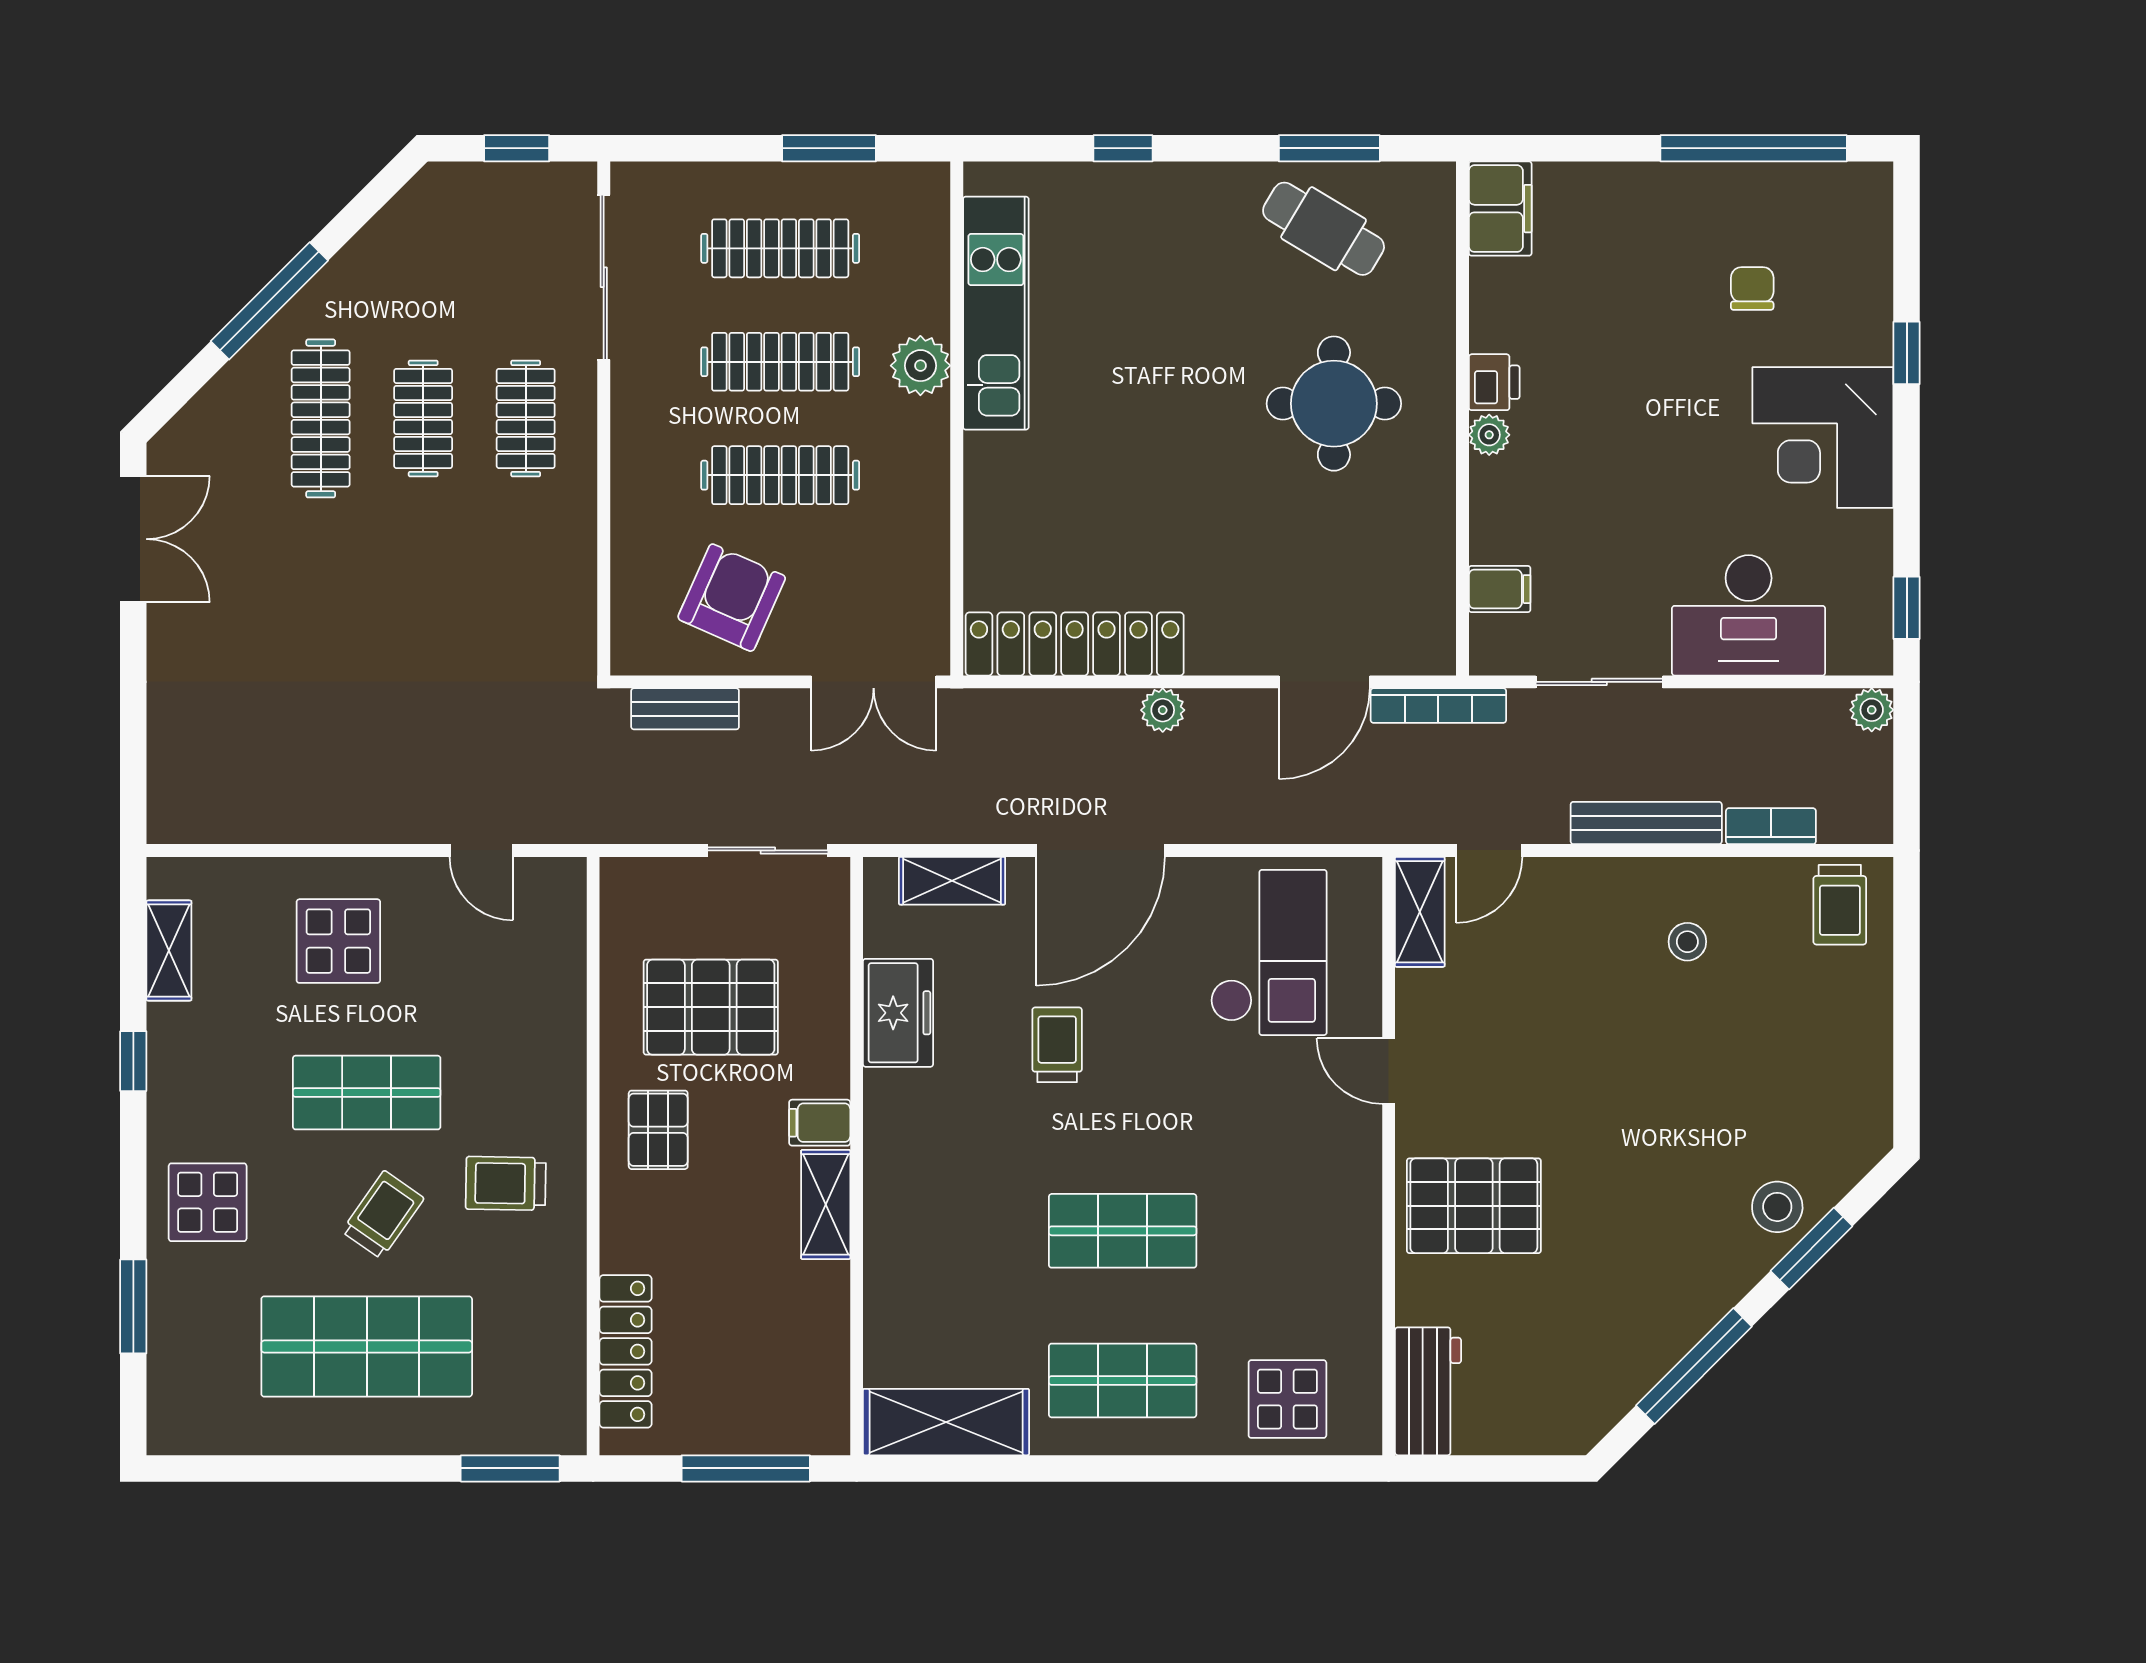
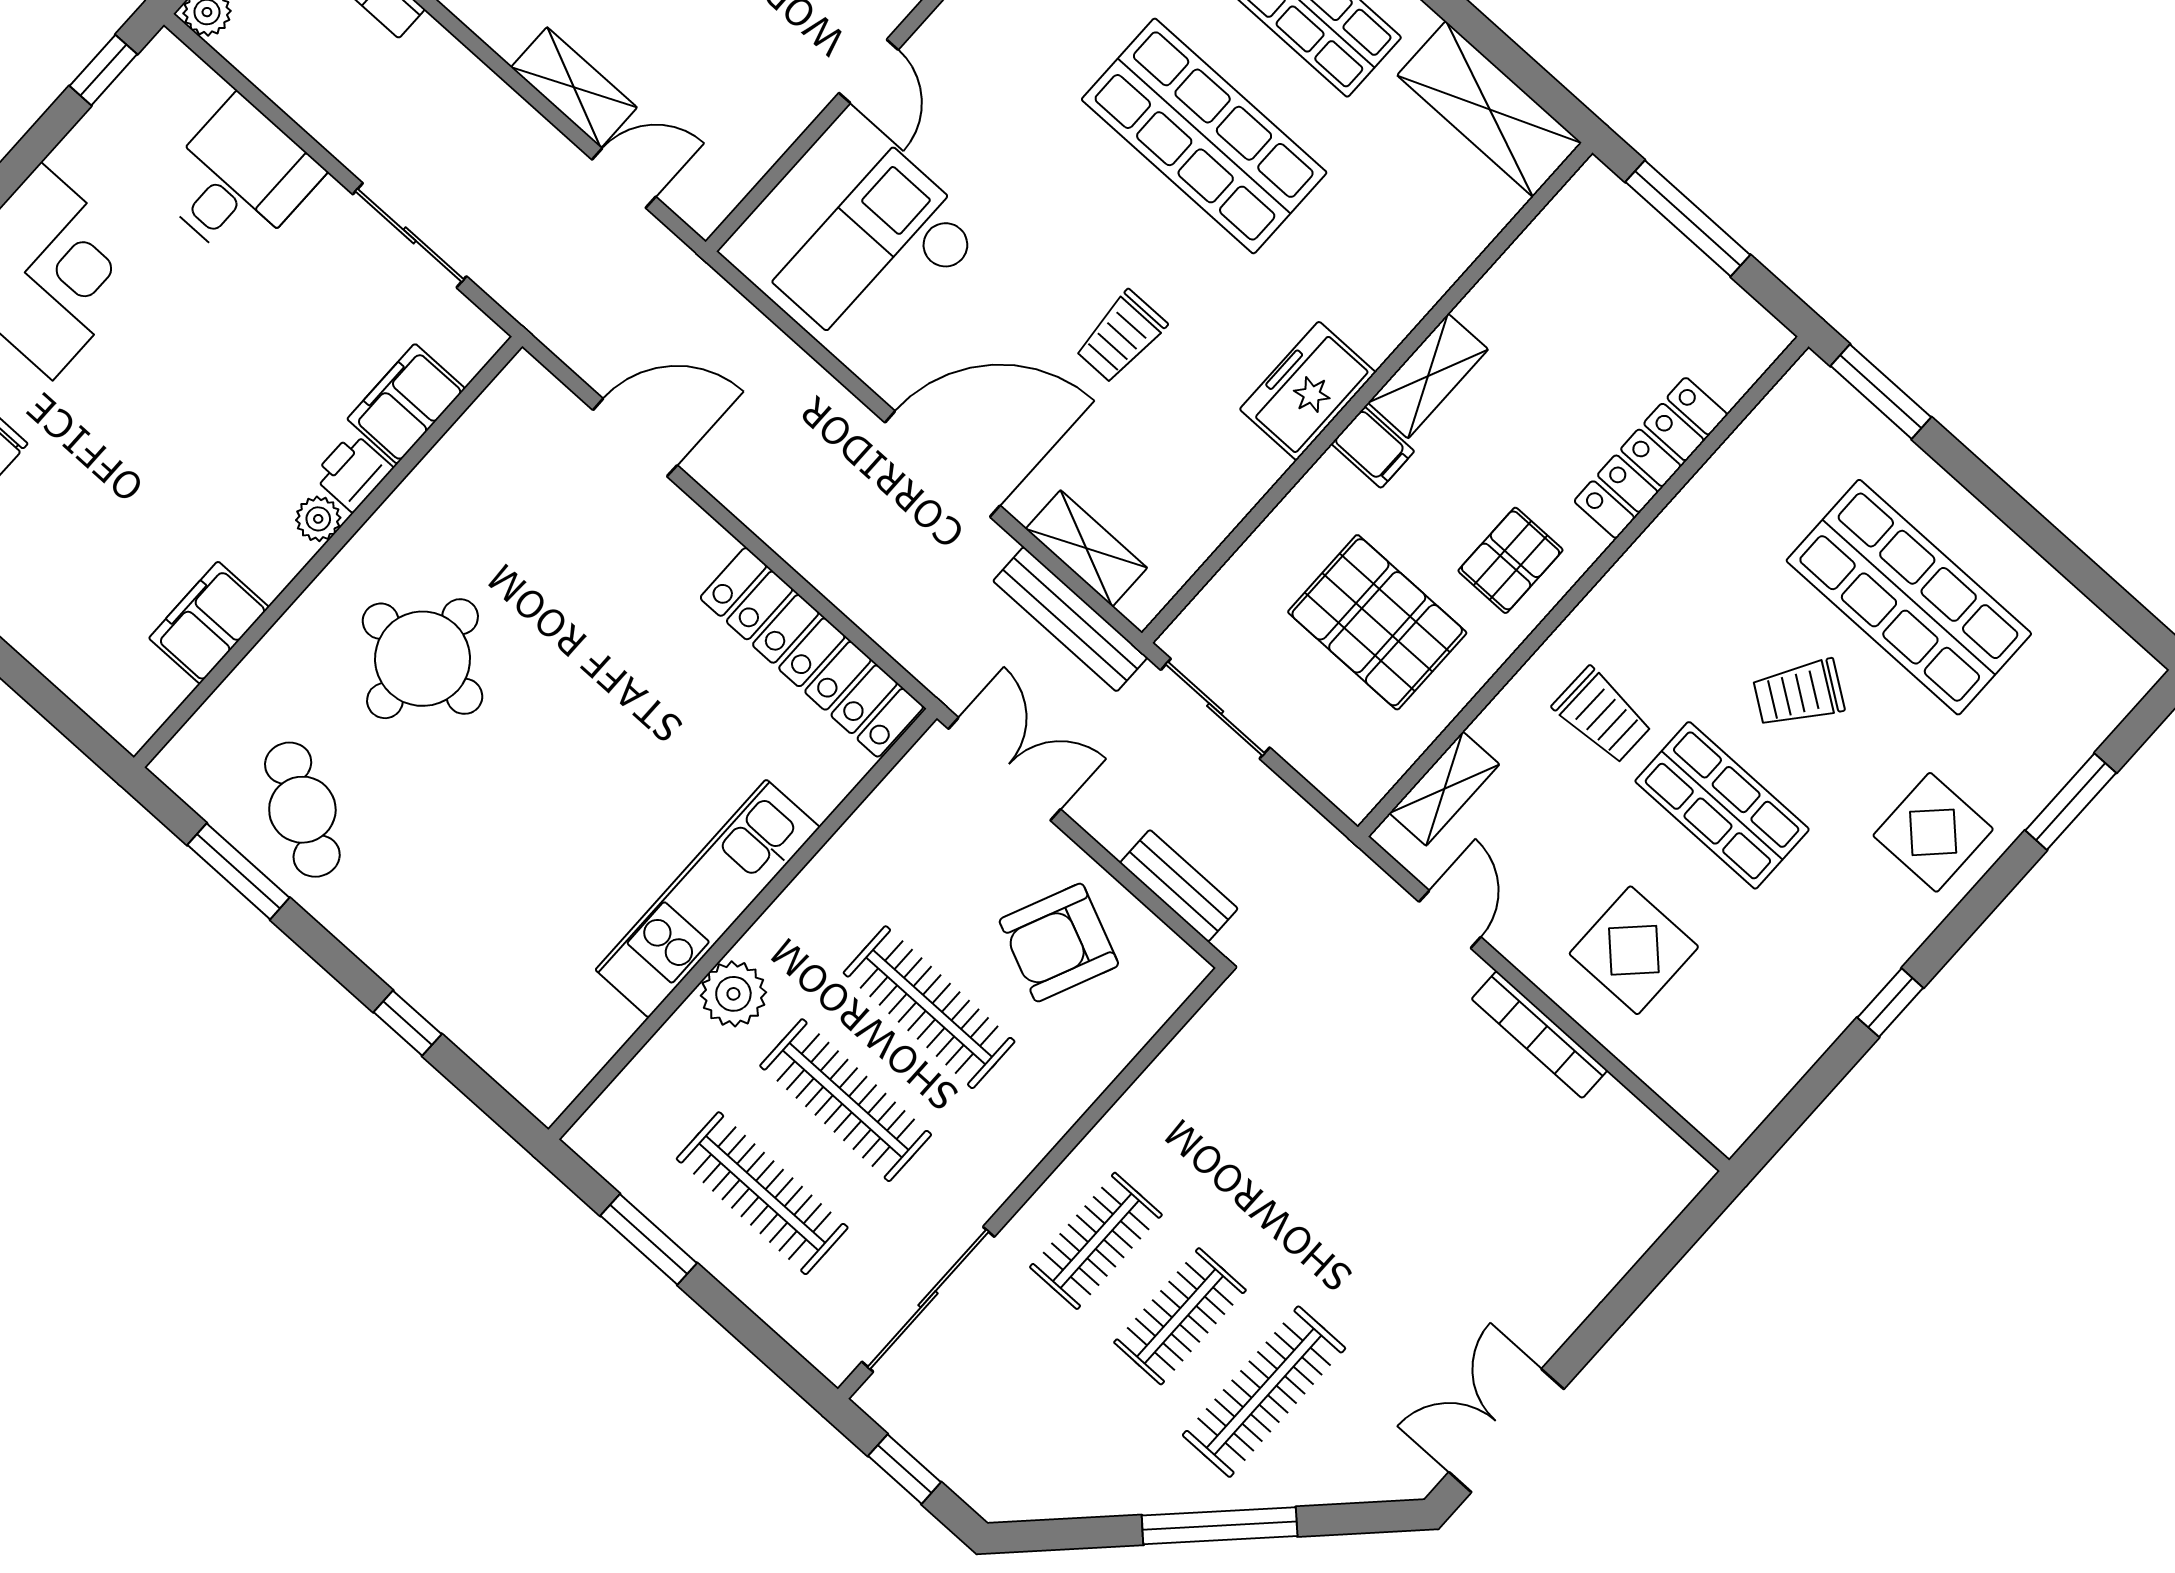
filing cabinet: (1500, 209) -> (209, 623), moved
kitchen unit: (996, 313) -> (708, 899), moved
printer: (1494, 382) -> (353, 472), moved
filing cabinet: (1500, 589) -> (406, 404), width x2.00
desk: (1749, 615) -> (238, 180), width x0.73
bookcase: (1438, 706) -> (1539, 1035), moved, turned 180
plant: (1163, 710) -> (788, 533), removed
bench: (1646, 823) -> (1070, 619), moved
shelving: (1420, 912) -> (574, 87), moved, turned 90
shelving: (169, 951) -> (1444, 789), moved
freezer: (898, 1013) -> (1308, 391), moved
trolley: (506, 1183) -> (1602, 715), moved
shop shelf: (1123, 1231) -> (1204, 136), width x1.43, depth x1.36
locker: (626, 1351) -> (1651, 458), moved

